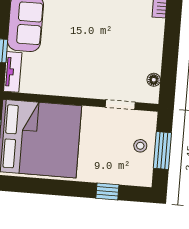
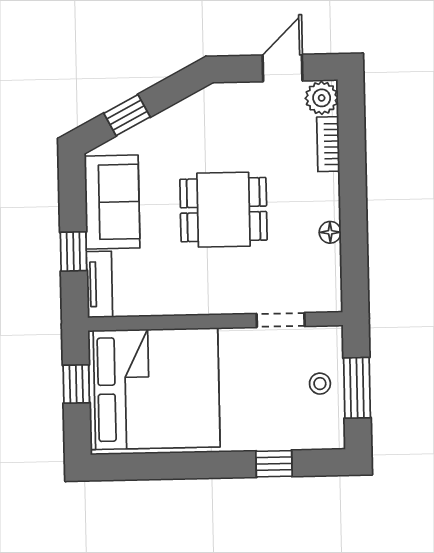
dining table: (93, 34) -> (224, 210), added
floor lamp: (154, 80) -> (330, 232), moved

